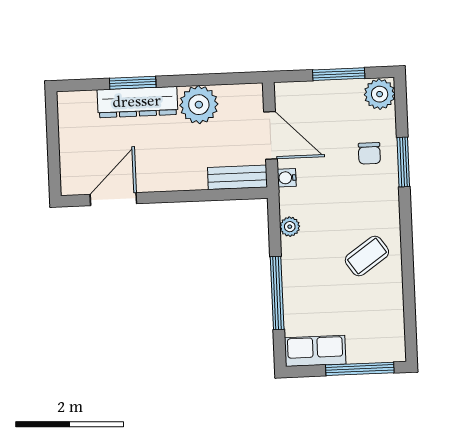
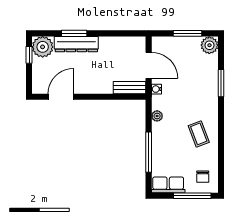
plant: (199, 105) -> (43, 47), moved
window: (52, 125) -> (29, 55), added
chair: (369, 153) -> (203, 177), moved
coffee table: (367, 256) -> (199, 134), turned -76

